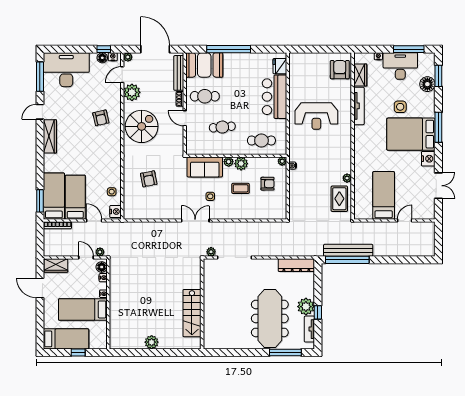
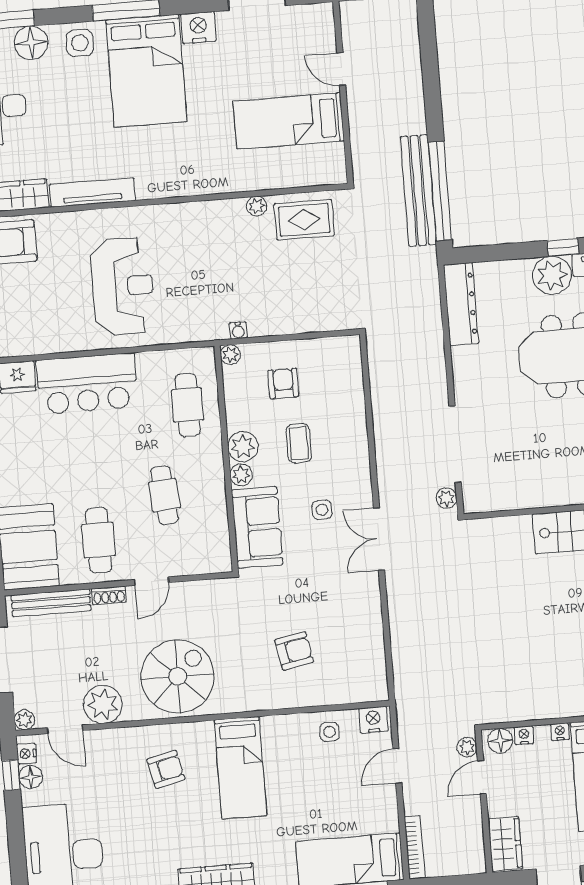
side table: (400, 107) -> (80, 43), moved
spiral stairs: (142, 126) -> (178, 676), turned 90
bed: (75, 197) -> (240, 768), moved, turned -90

